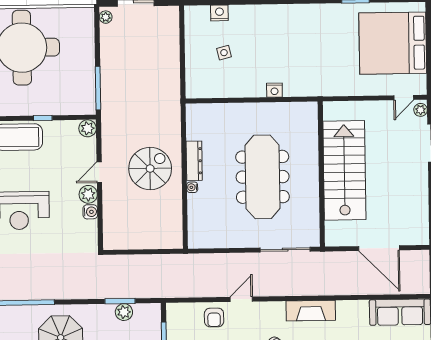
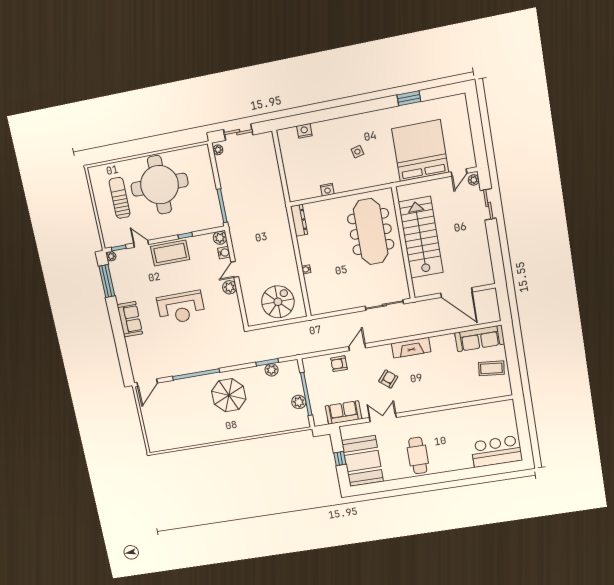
bed: (393, 43) -> (420, 151), moved, turned 90
side table: (224, 53) -> (357, 152), moved
nightstand: (274, 90) -> (327, 190), moved
dresser: (194, 161) -> (299, 220), moved
spiral stairs: (150, 169) -> (278, 302), moved
meeting table: (263, 177) -> (371, 232), moved
water cooler: (90, 212) -> (224, 253), moved
armchair: (214, 318) -> (339, 364), turned 90

